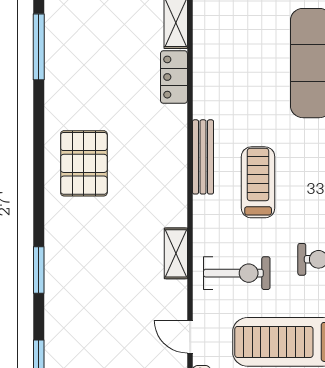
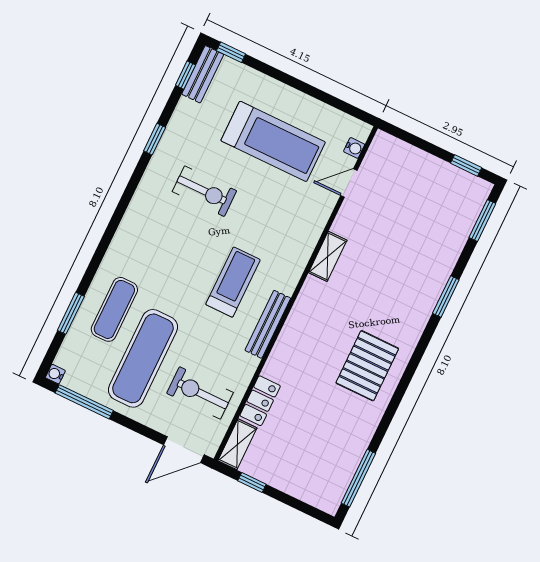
treadmill: (258, 182) -> (233, 282), turned 180
exercise bike: (237, 273) -> (200, 393), moved
door: (190, 337) -> (349, 183), swing flipped

